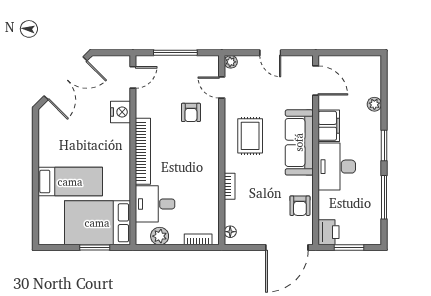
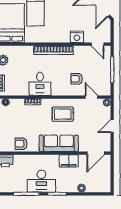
door: (222, 87) -> (91, 97), hinge flipped
desk: (337, 167) -> (41, 181), moved, turned 180
desk: (155, 204) -> (40, 84), moved, turned 180

